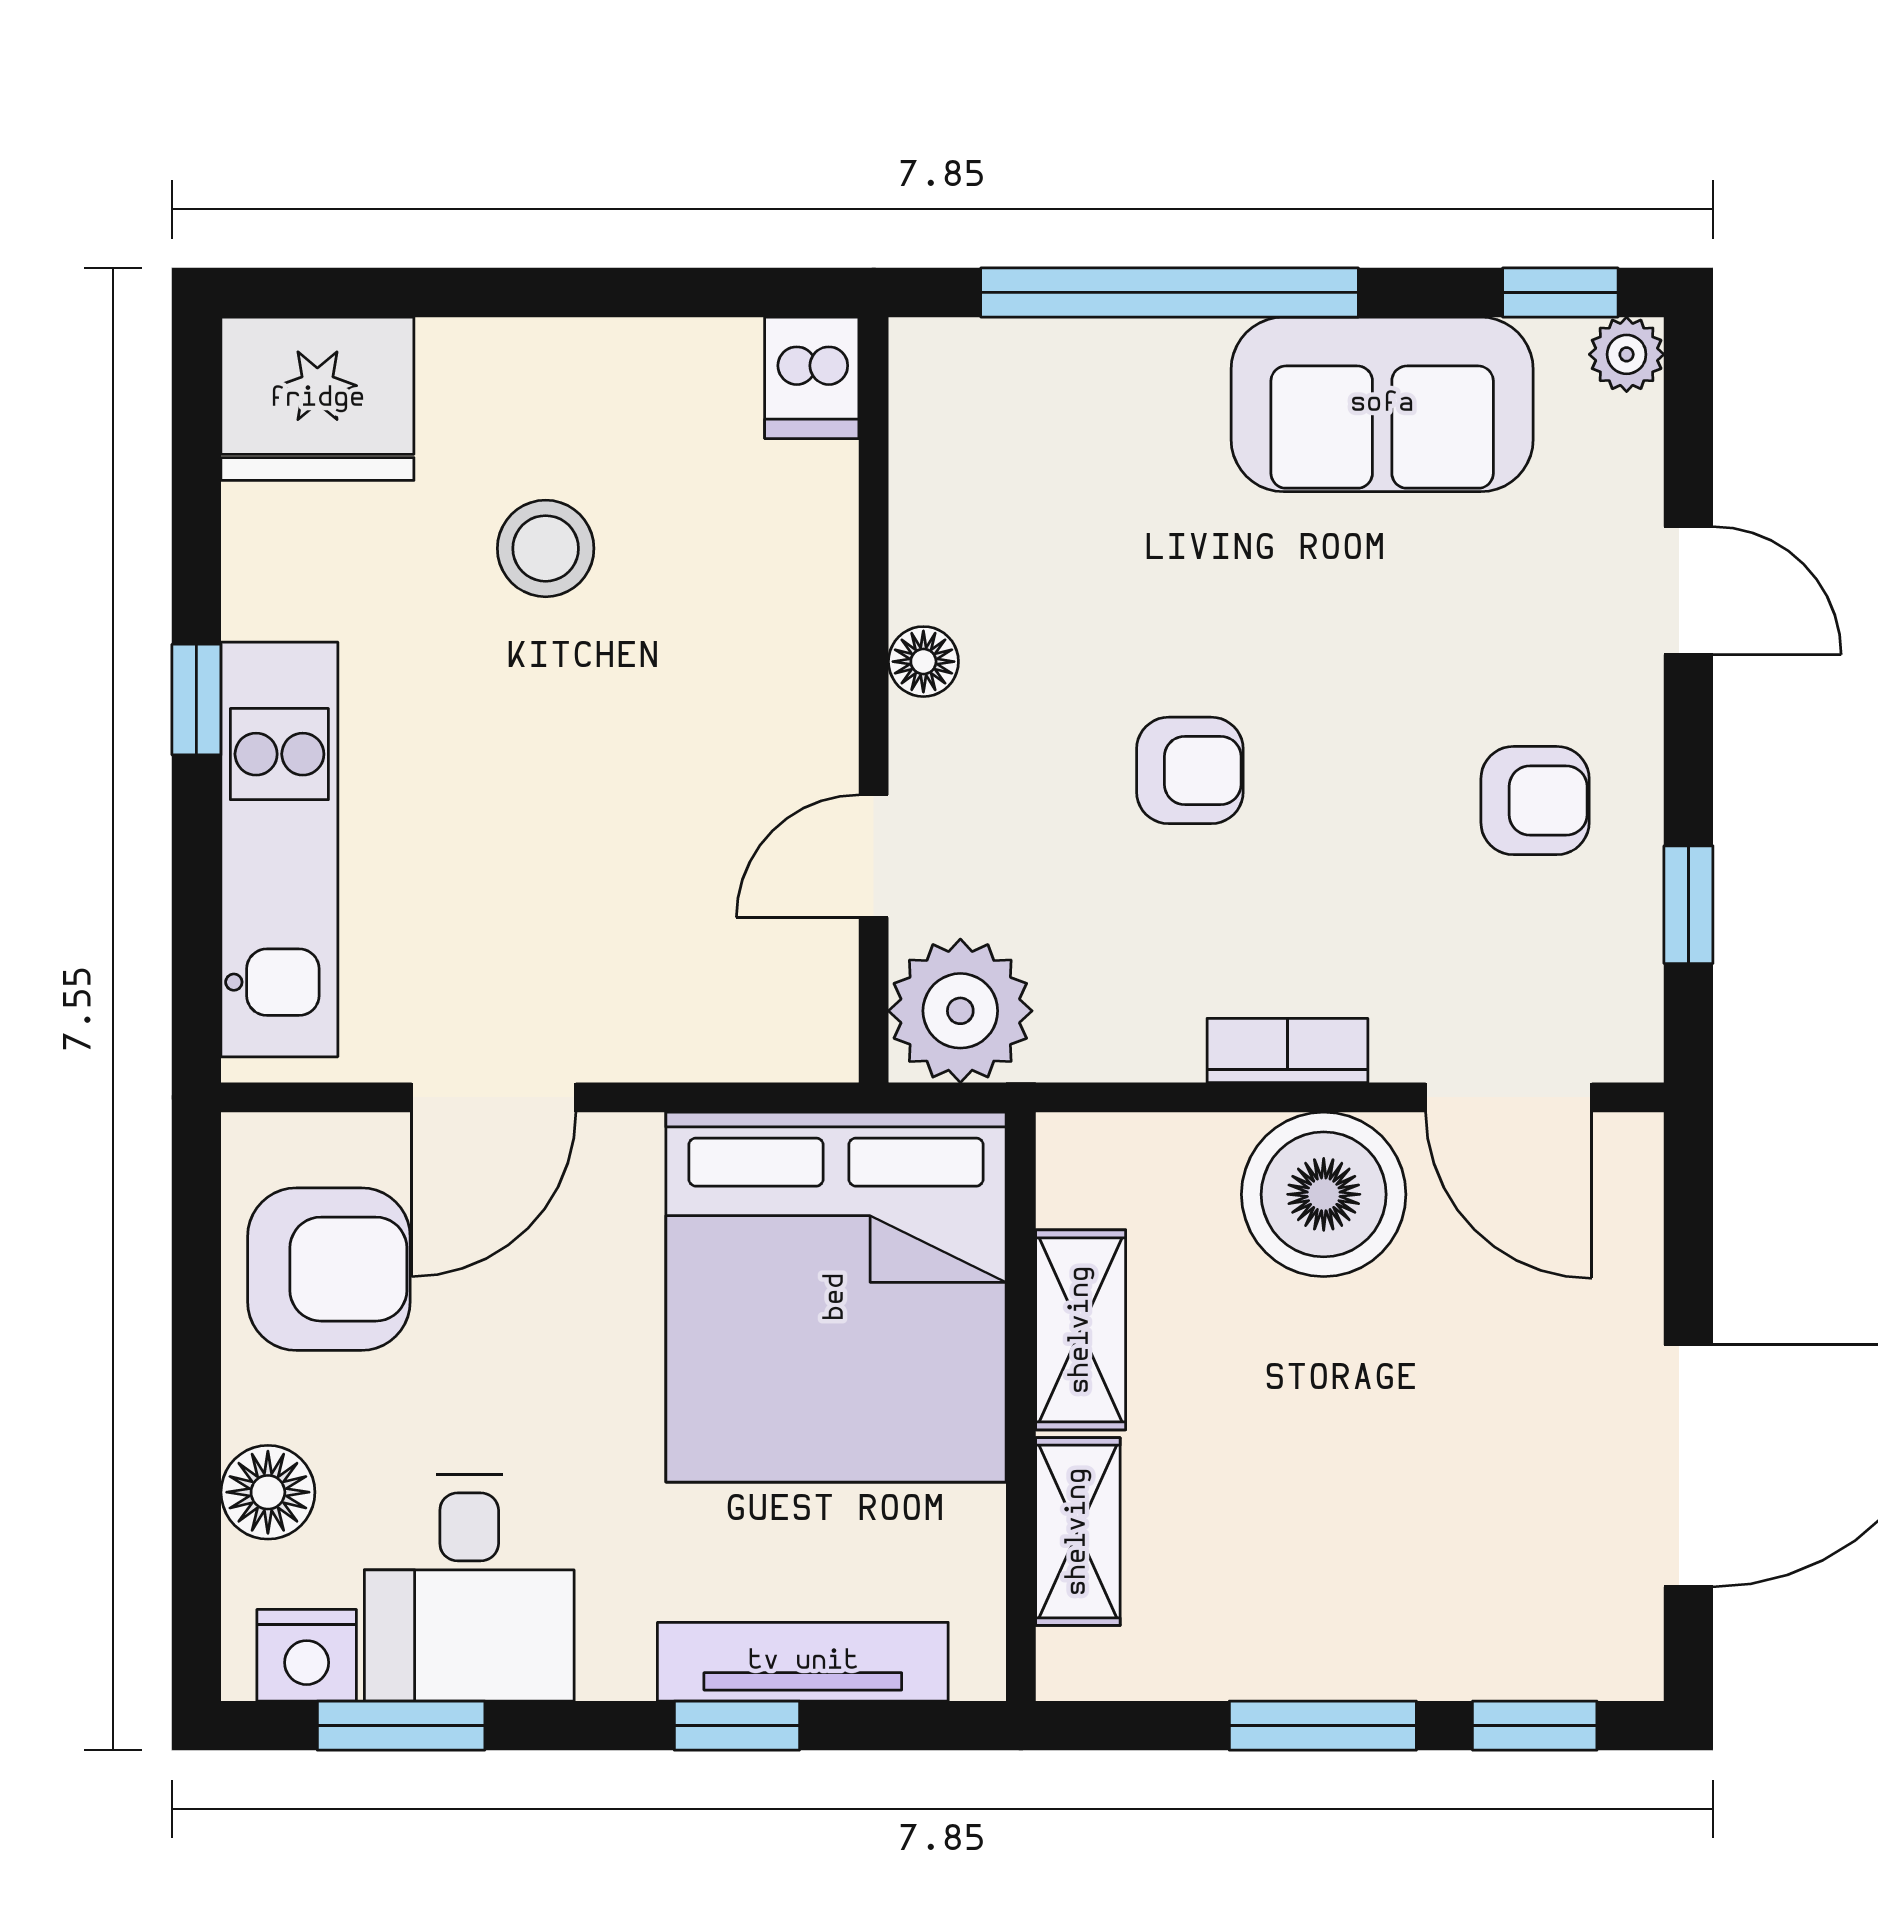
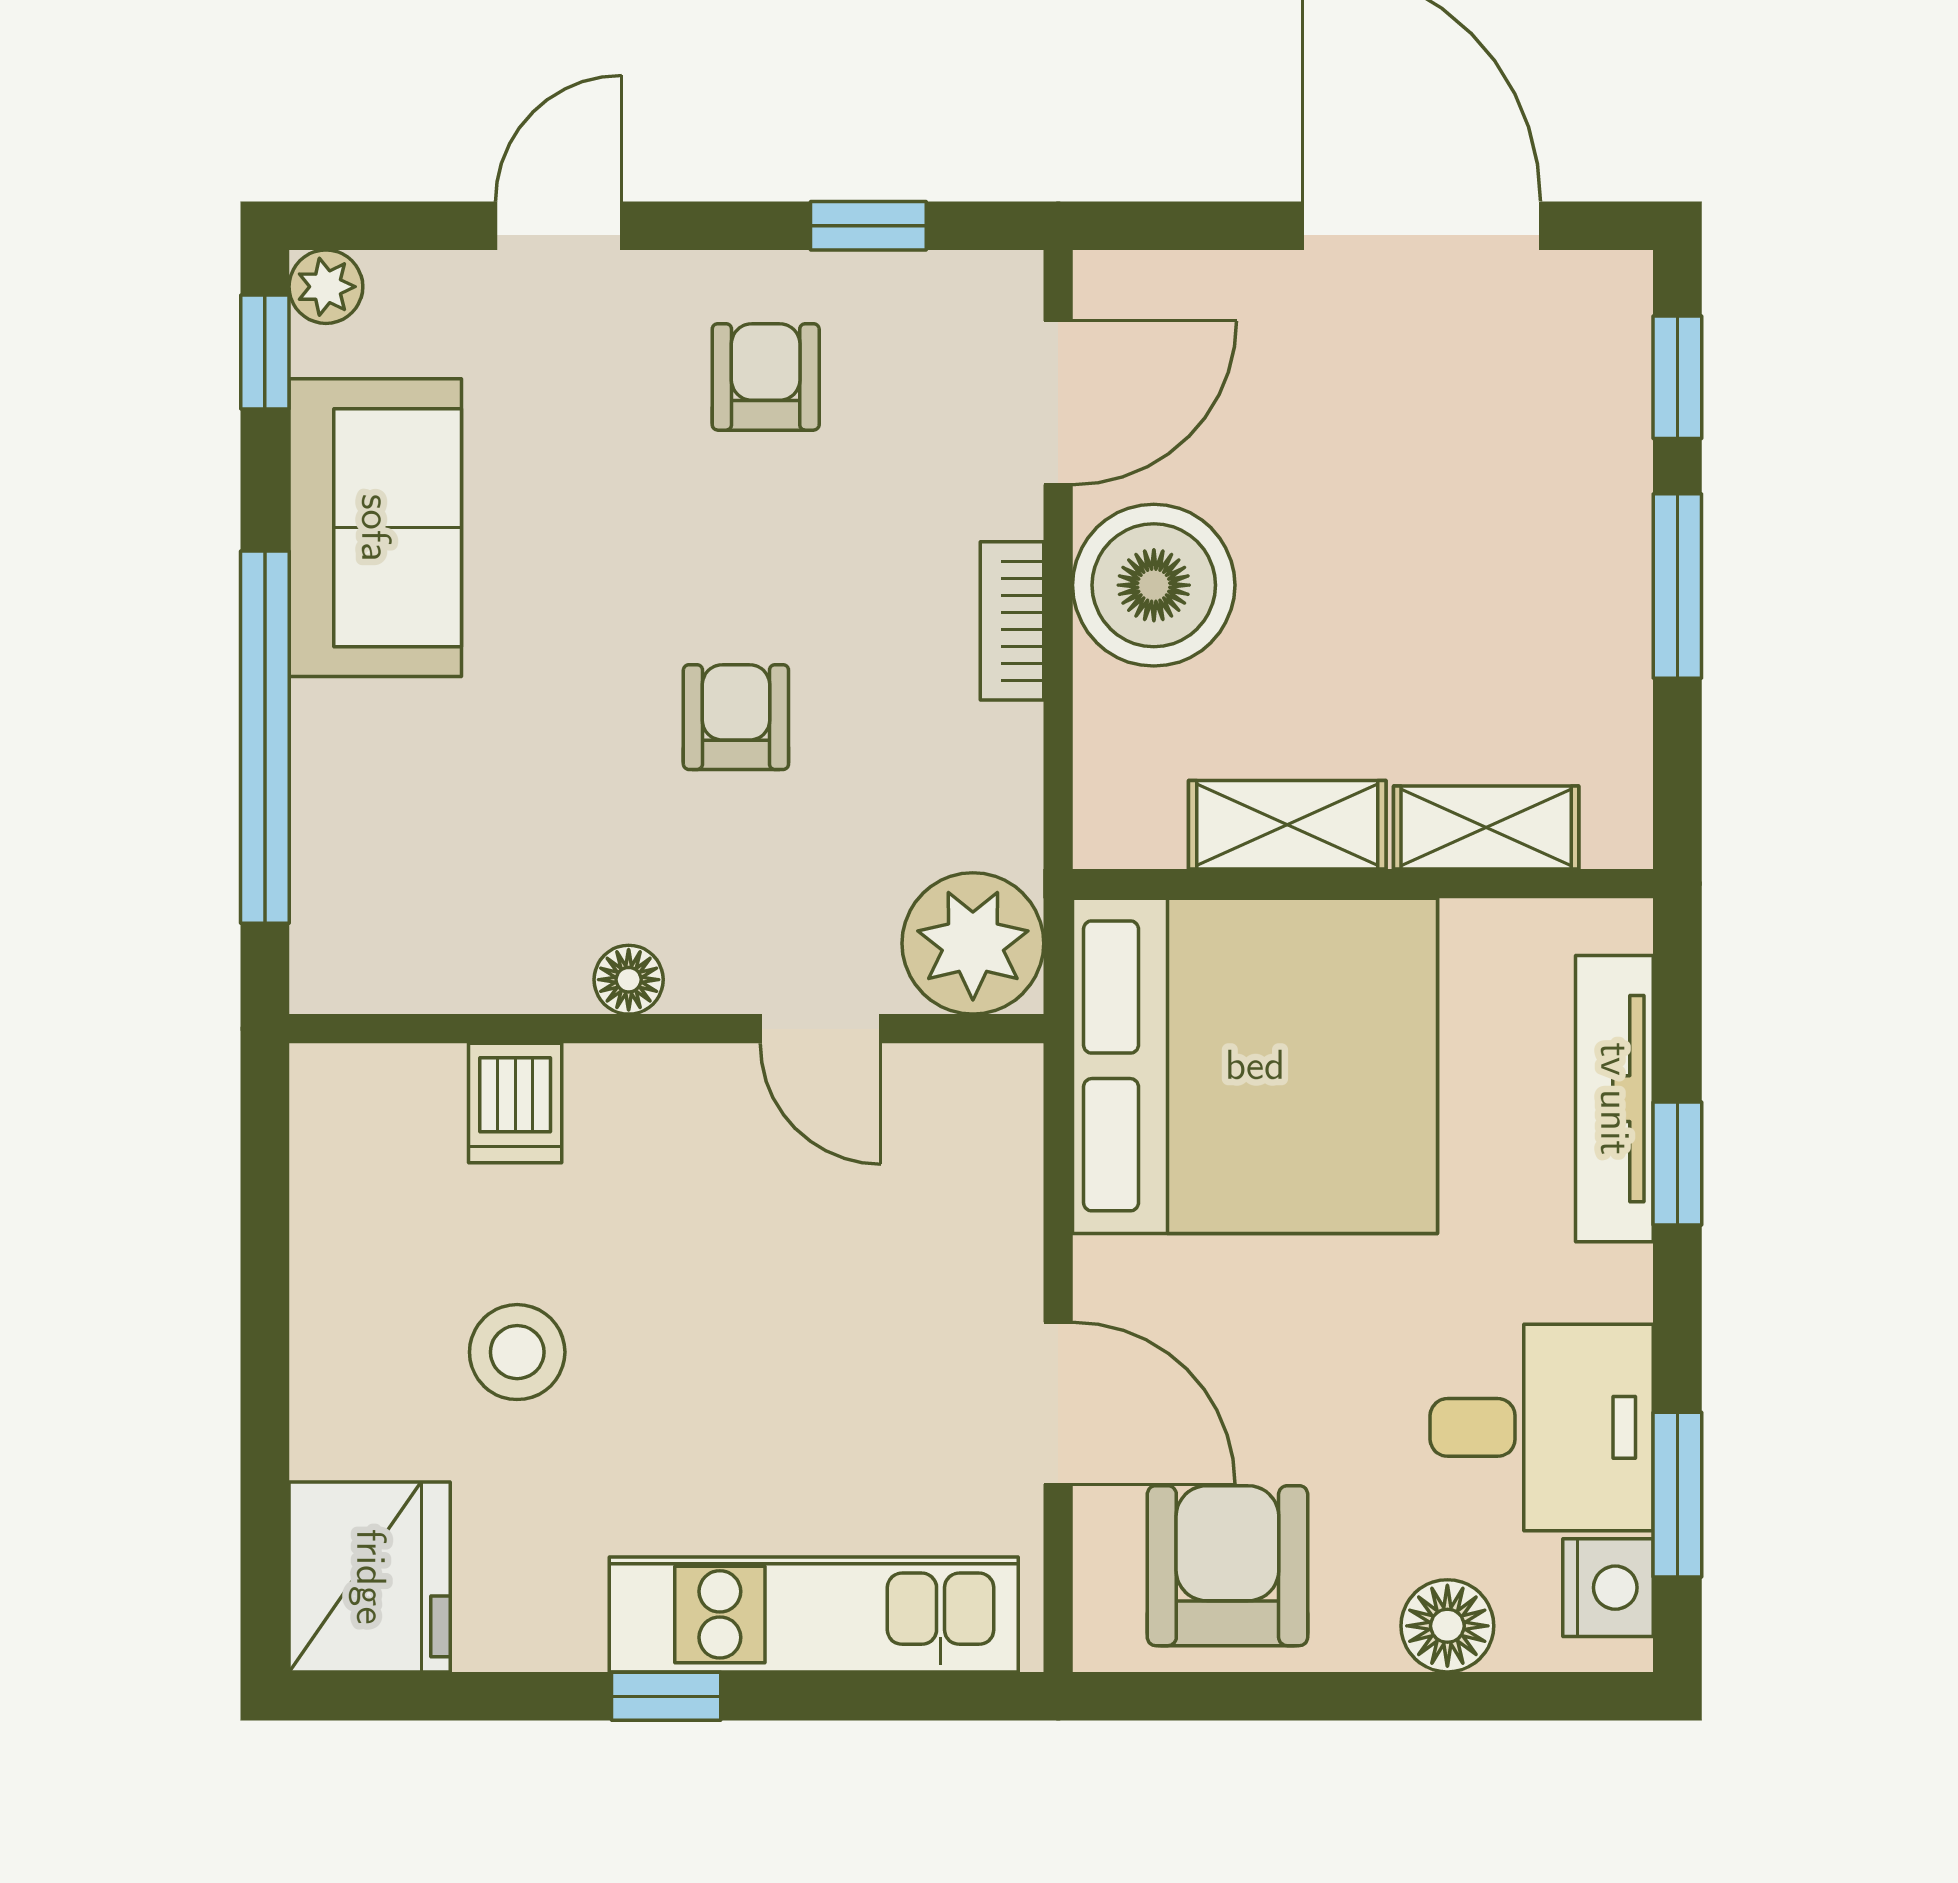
dishwasher: (812, 378) -> (515, 1103), moved, turned 90

